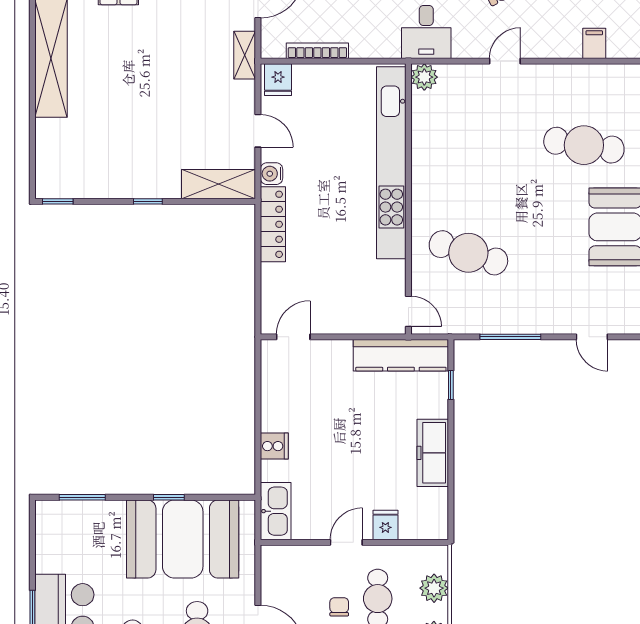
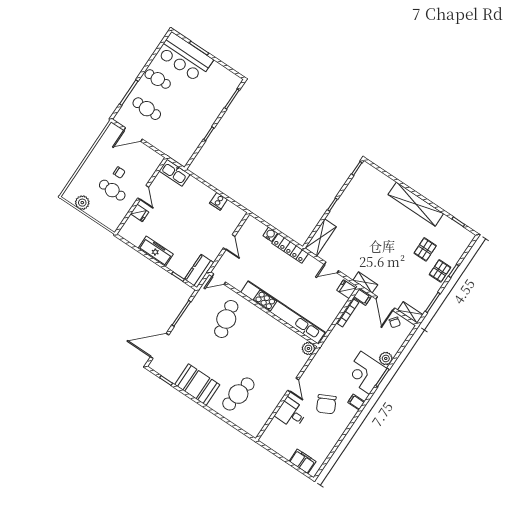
desk: (426, 32) -> (291, 413), moved
filing cabinet: (594, 43) -> (362, 297), moved
water cooler: (271, 174) -> (270, 234), moved
cafe table: (468, 253) -> (226, 319), turned -30
door: (293, 337) -> (229, 242), moved
door: (592, 337) -> (160, 346), width x1.87
kitchen counter: (401, 355) -> (199, 271), width x0.67
cooker: (274, 446) -> (218, 201), moved
booth: (183, 539) -> (188, 128), removed
plant: (434, 588) -> (101, 215), removed

